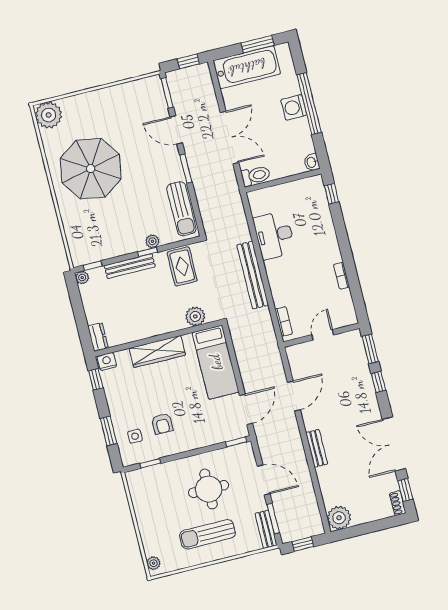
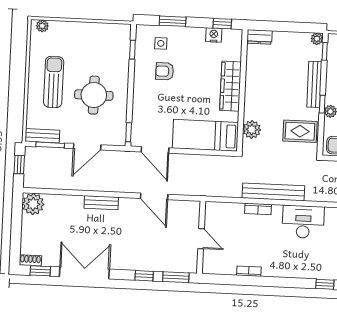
bookcase: (284, 321) -> (258, 209), moved
nightstand: (107, 361) -> (214, 35), moved, turned -90

